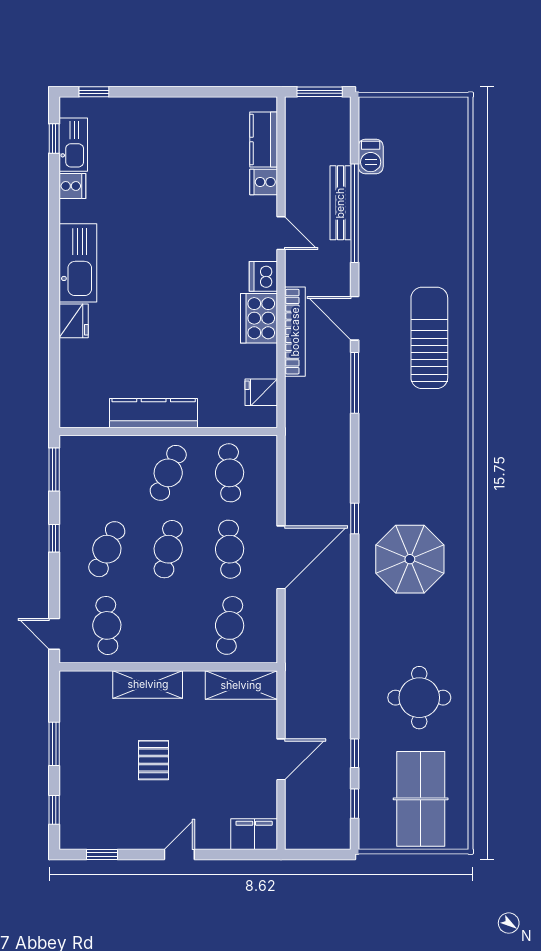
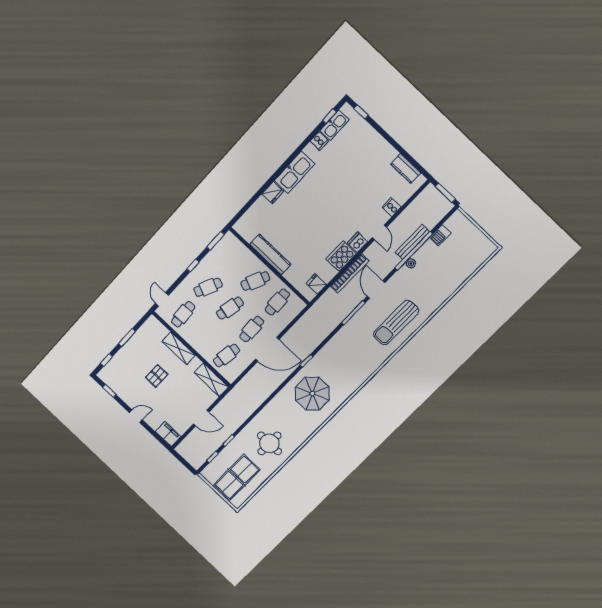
kitchen counter: (264, 140) -> (406, 168), moved, turned -90
plant: (368, 234) -> (411, 263), added
sun lounger: (429, 338) -> (396, 323), turned 180

